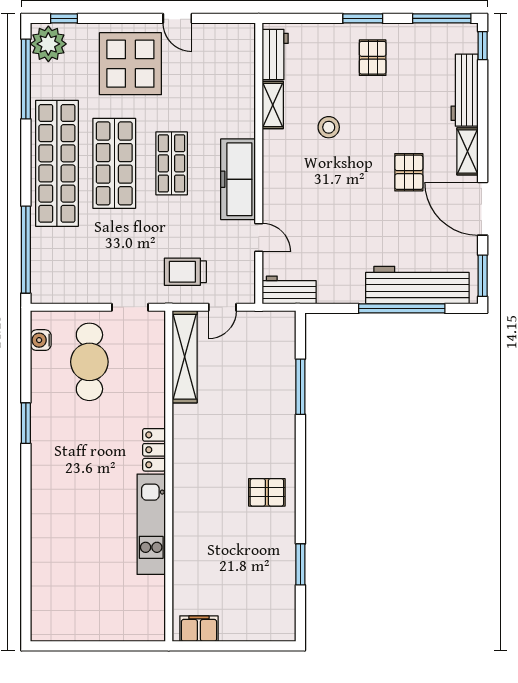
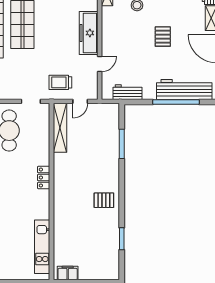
shop shelf: (172, 163) -> (53, 24), removed
pallet: (409, 172) -> (163, 37), moved
door: (259, 237) -> (100, 64), hinge flipped
workbench: (289, 290) -> (127, 92), moved
kitchen unit: (151, 524) -> (42, 247), moved

